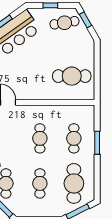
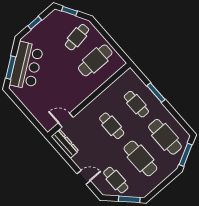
cafe table: (64, 23) -> (77, 37), moved
cafe table: (40, 183) -> (140, 158), width x1.37, depth x1.35

